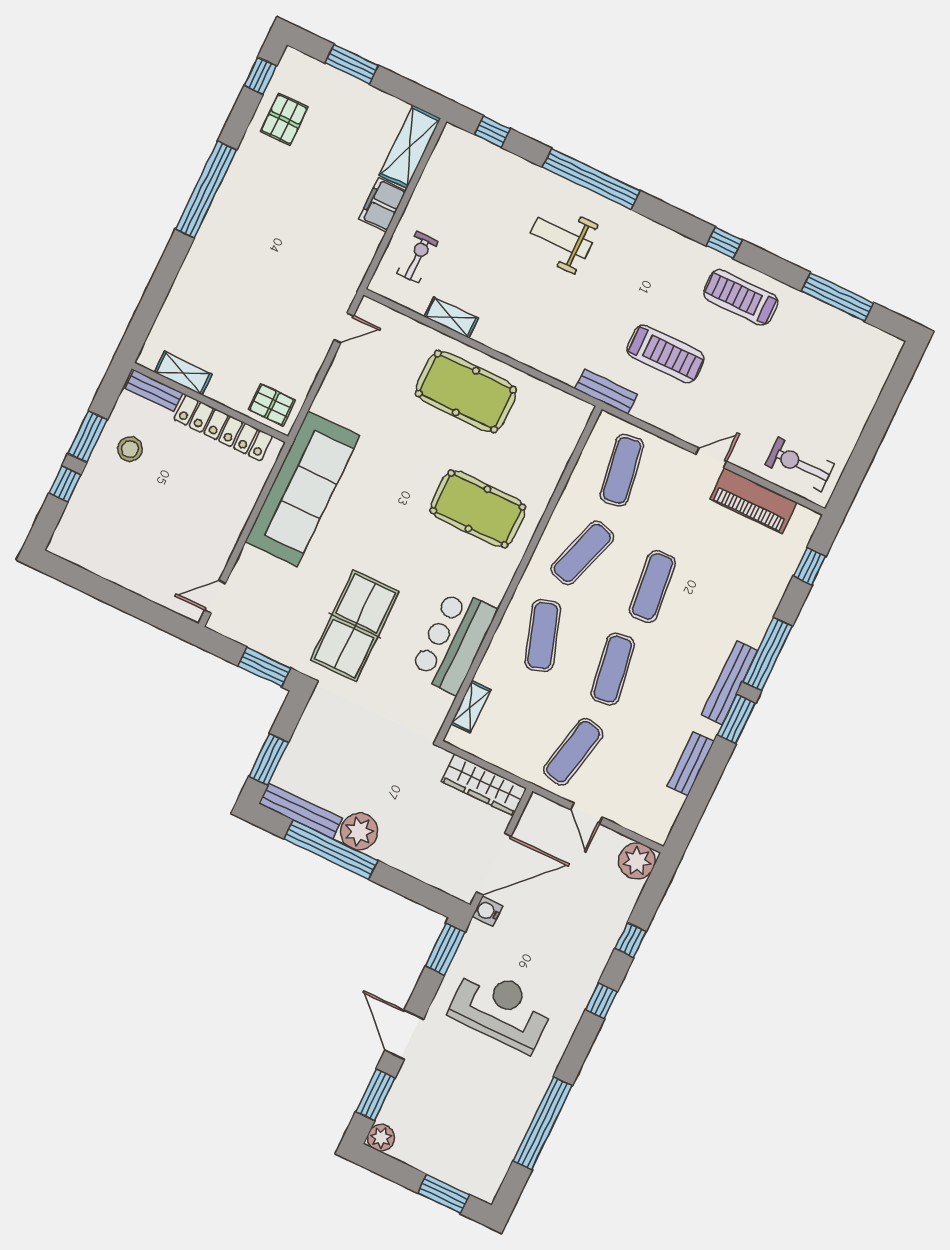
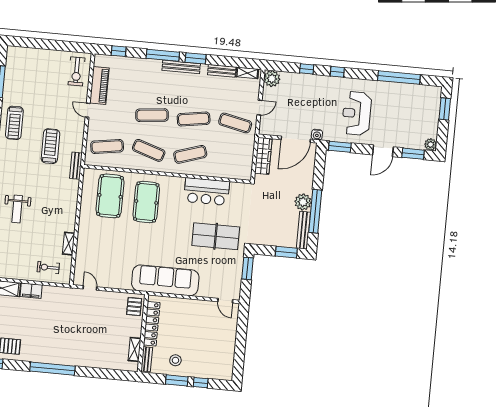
pool table: (466, 392) -> (110, 196), moved
shelving: (471, 707) -> (247, 73), moved
door: (494, 864) -> (296, 139), swing flipped

